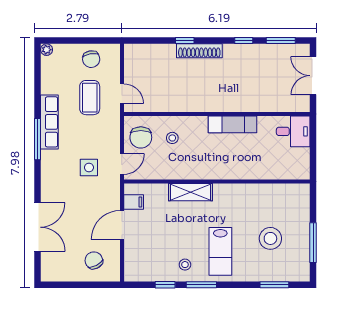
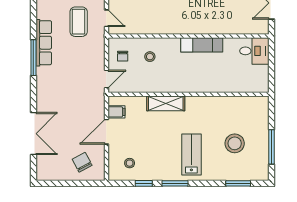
chair: (141, 137) -> (123, 56), width x0.54, depth x0.54
side table: (89, 167) -> (78, 82), removed
lab bench: (220, 251) -> (191, 155), turned 180
stool: (185, 265) -> (130, 163), moved

